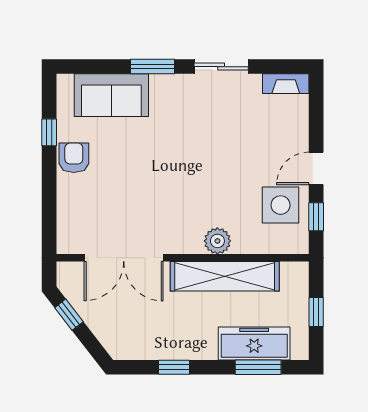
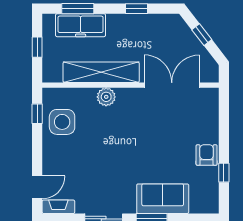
sofa: (111, 95) -> (163, 199), moved
armchair: (74, 158) -> (207, 155), turned 180
door: (316, 168) -> (37, 187), moved
window: (69, 315) -> (202, 35), moved

